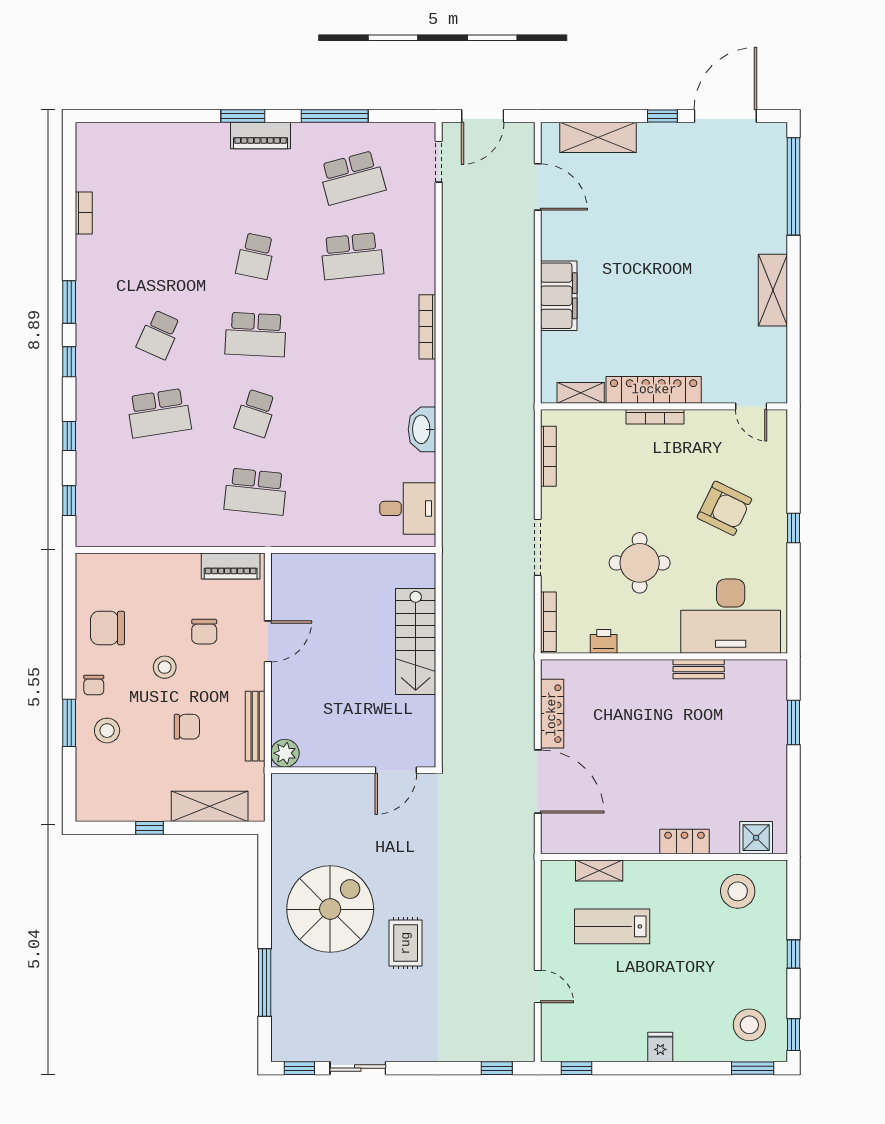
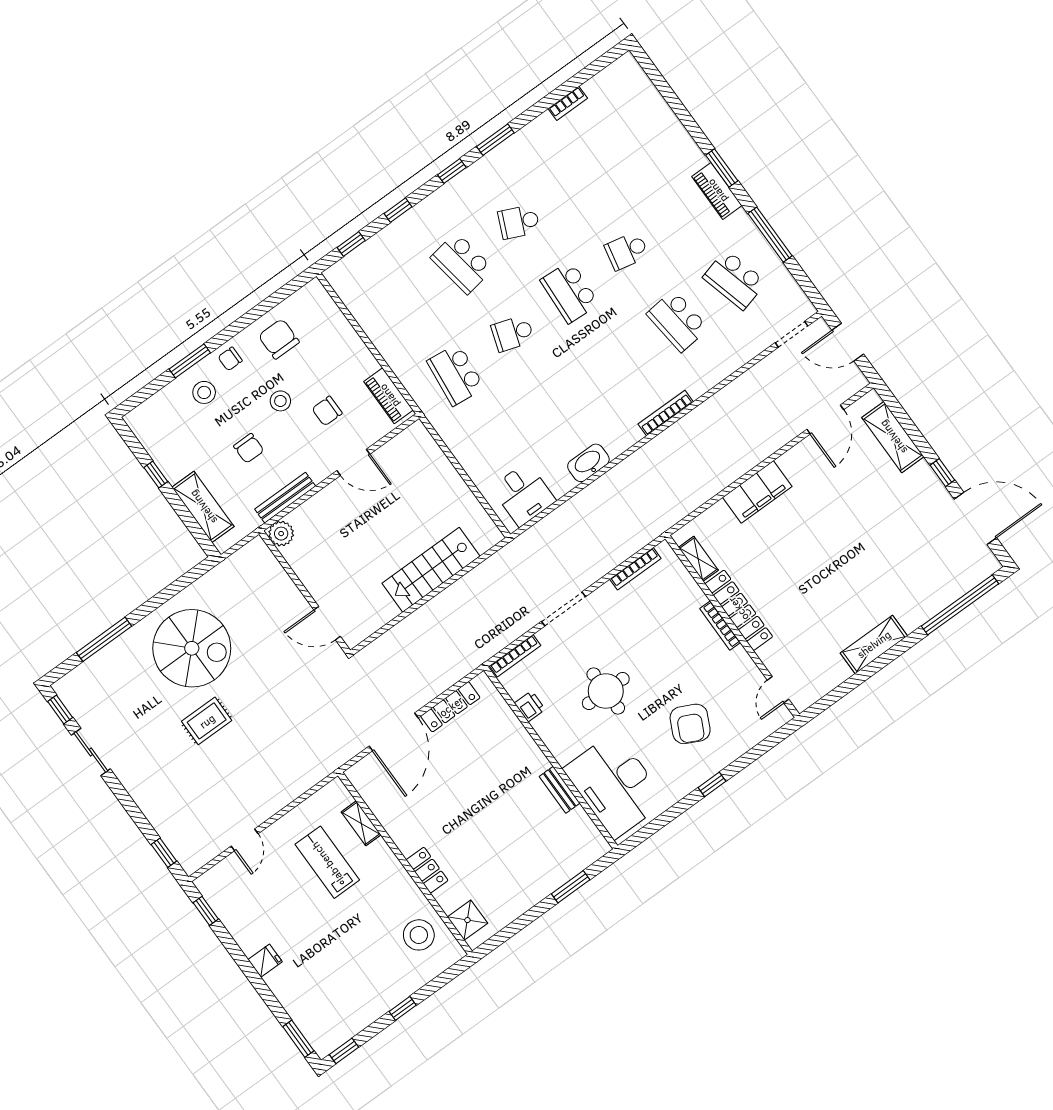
stool: (749, 1025) -> (328, 1014), removed

